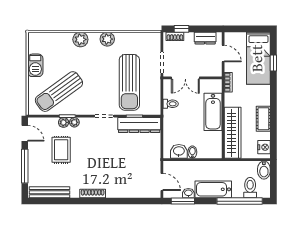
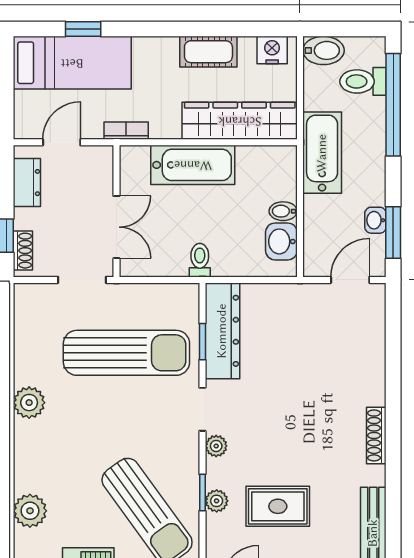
plant: (80, 39) -> (30, 511), moved
toilet: (171, 104) -> (200, 260), moved
plant: (74, 122) -> (216, 446), moved
bathtub: (213, 189) -> (322, 153), moved, turned 180

